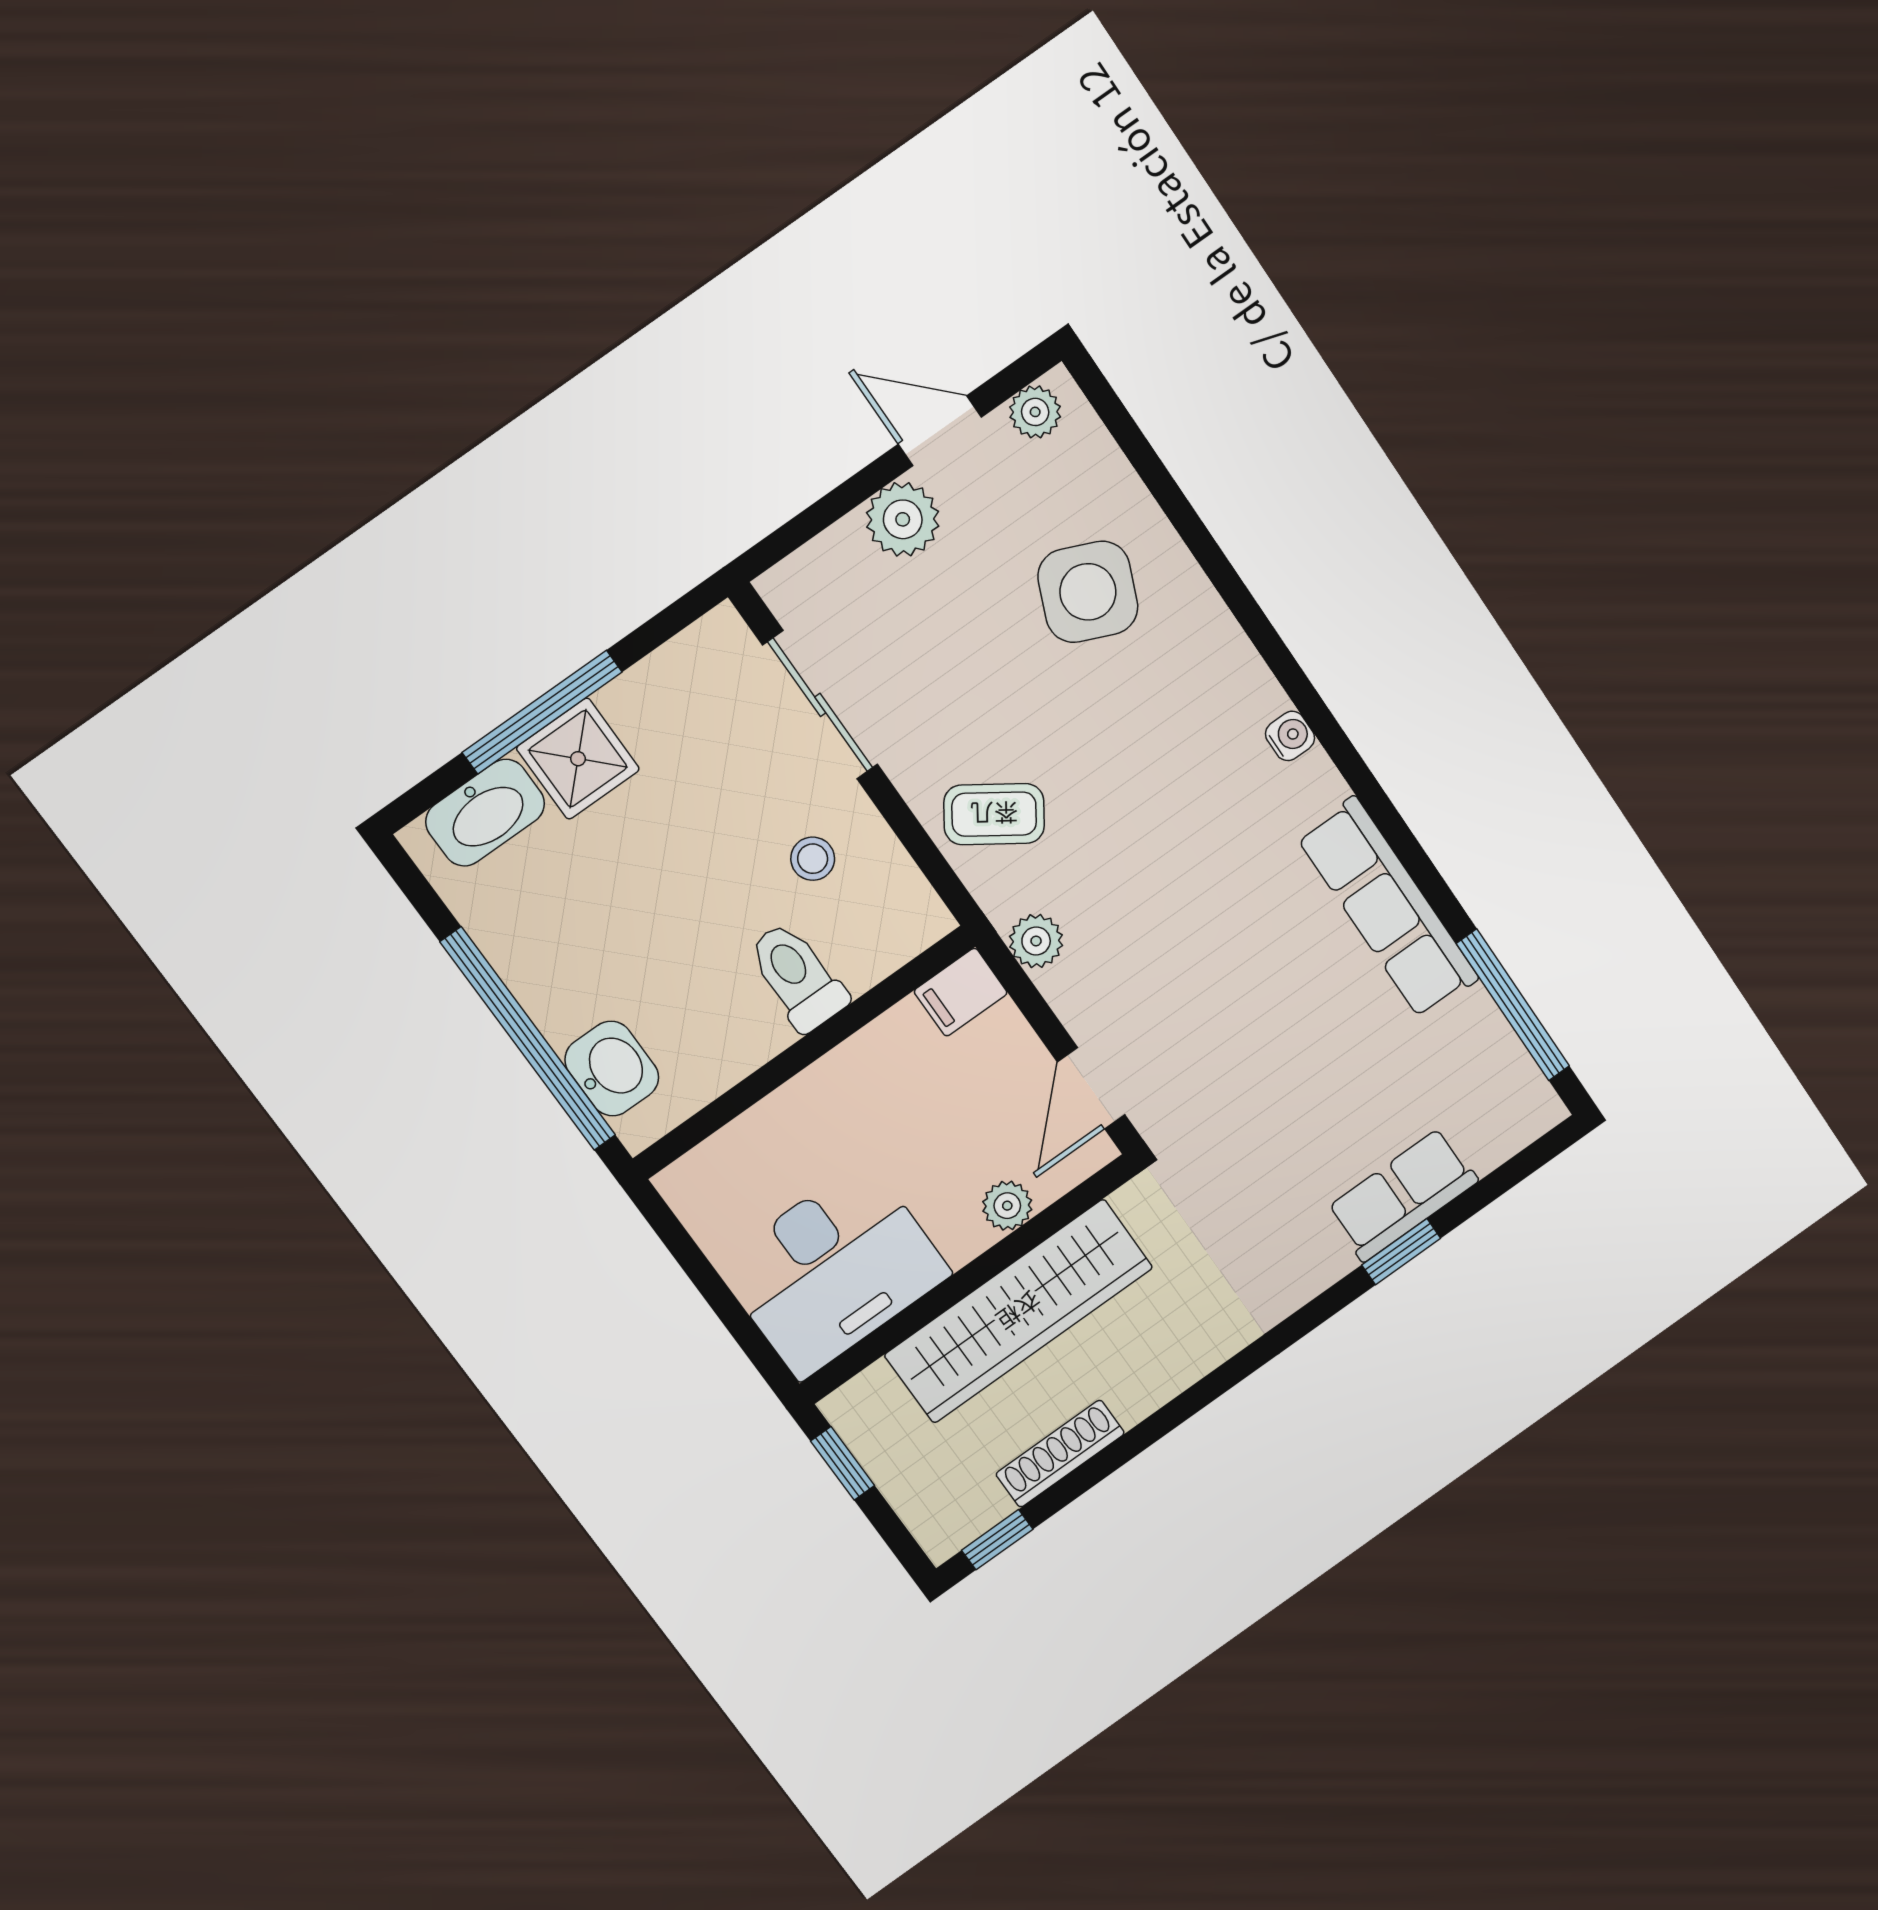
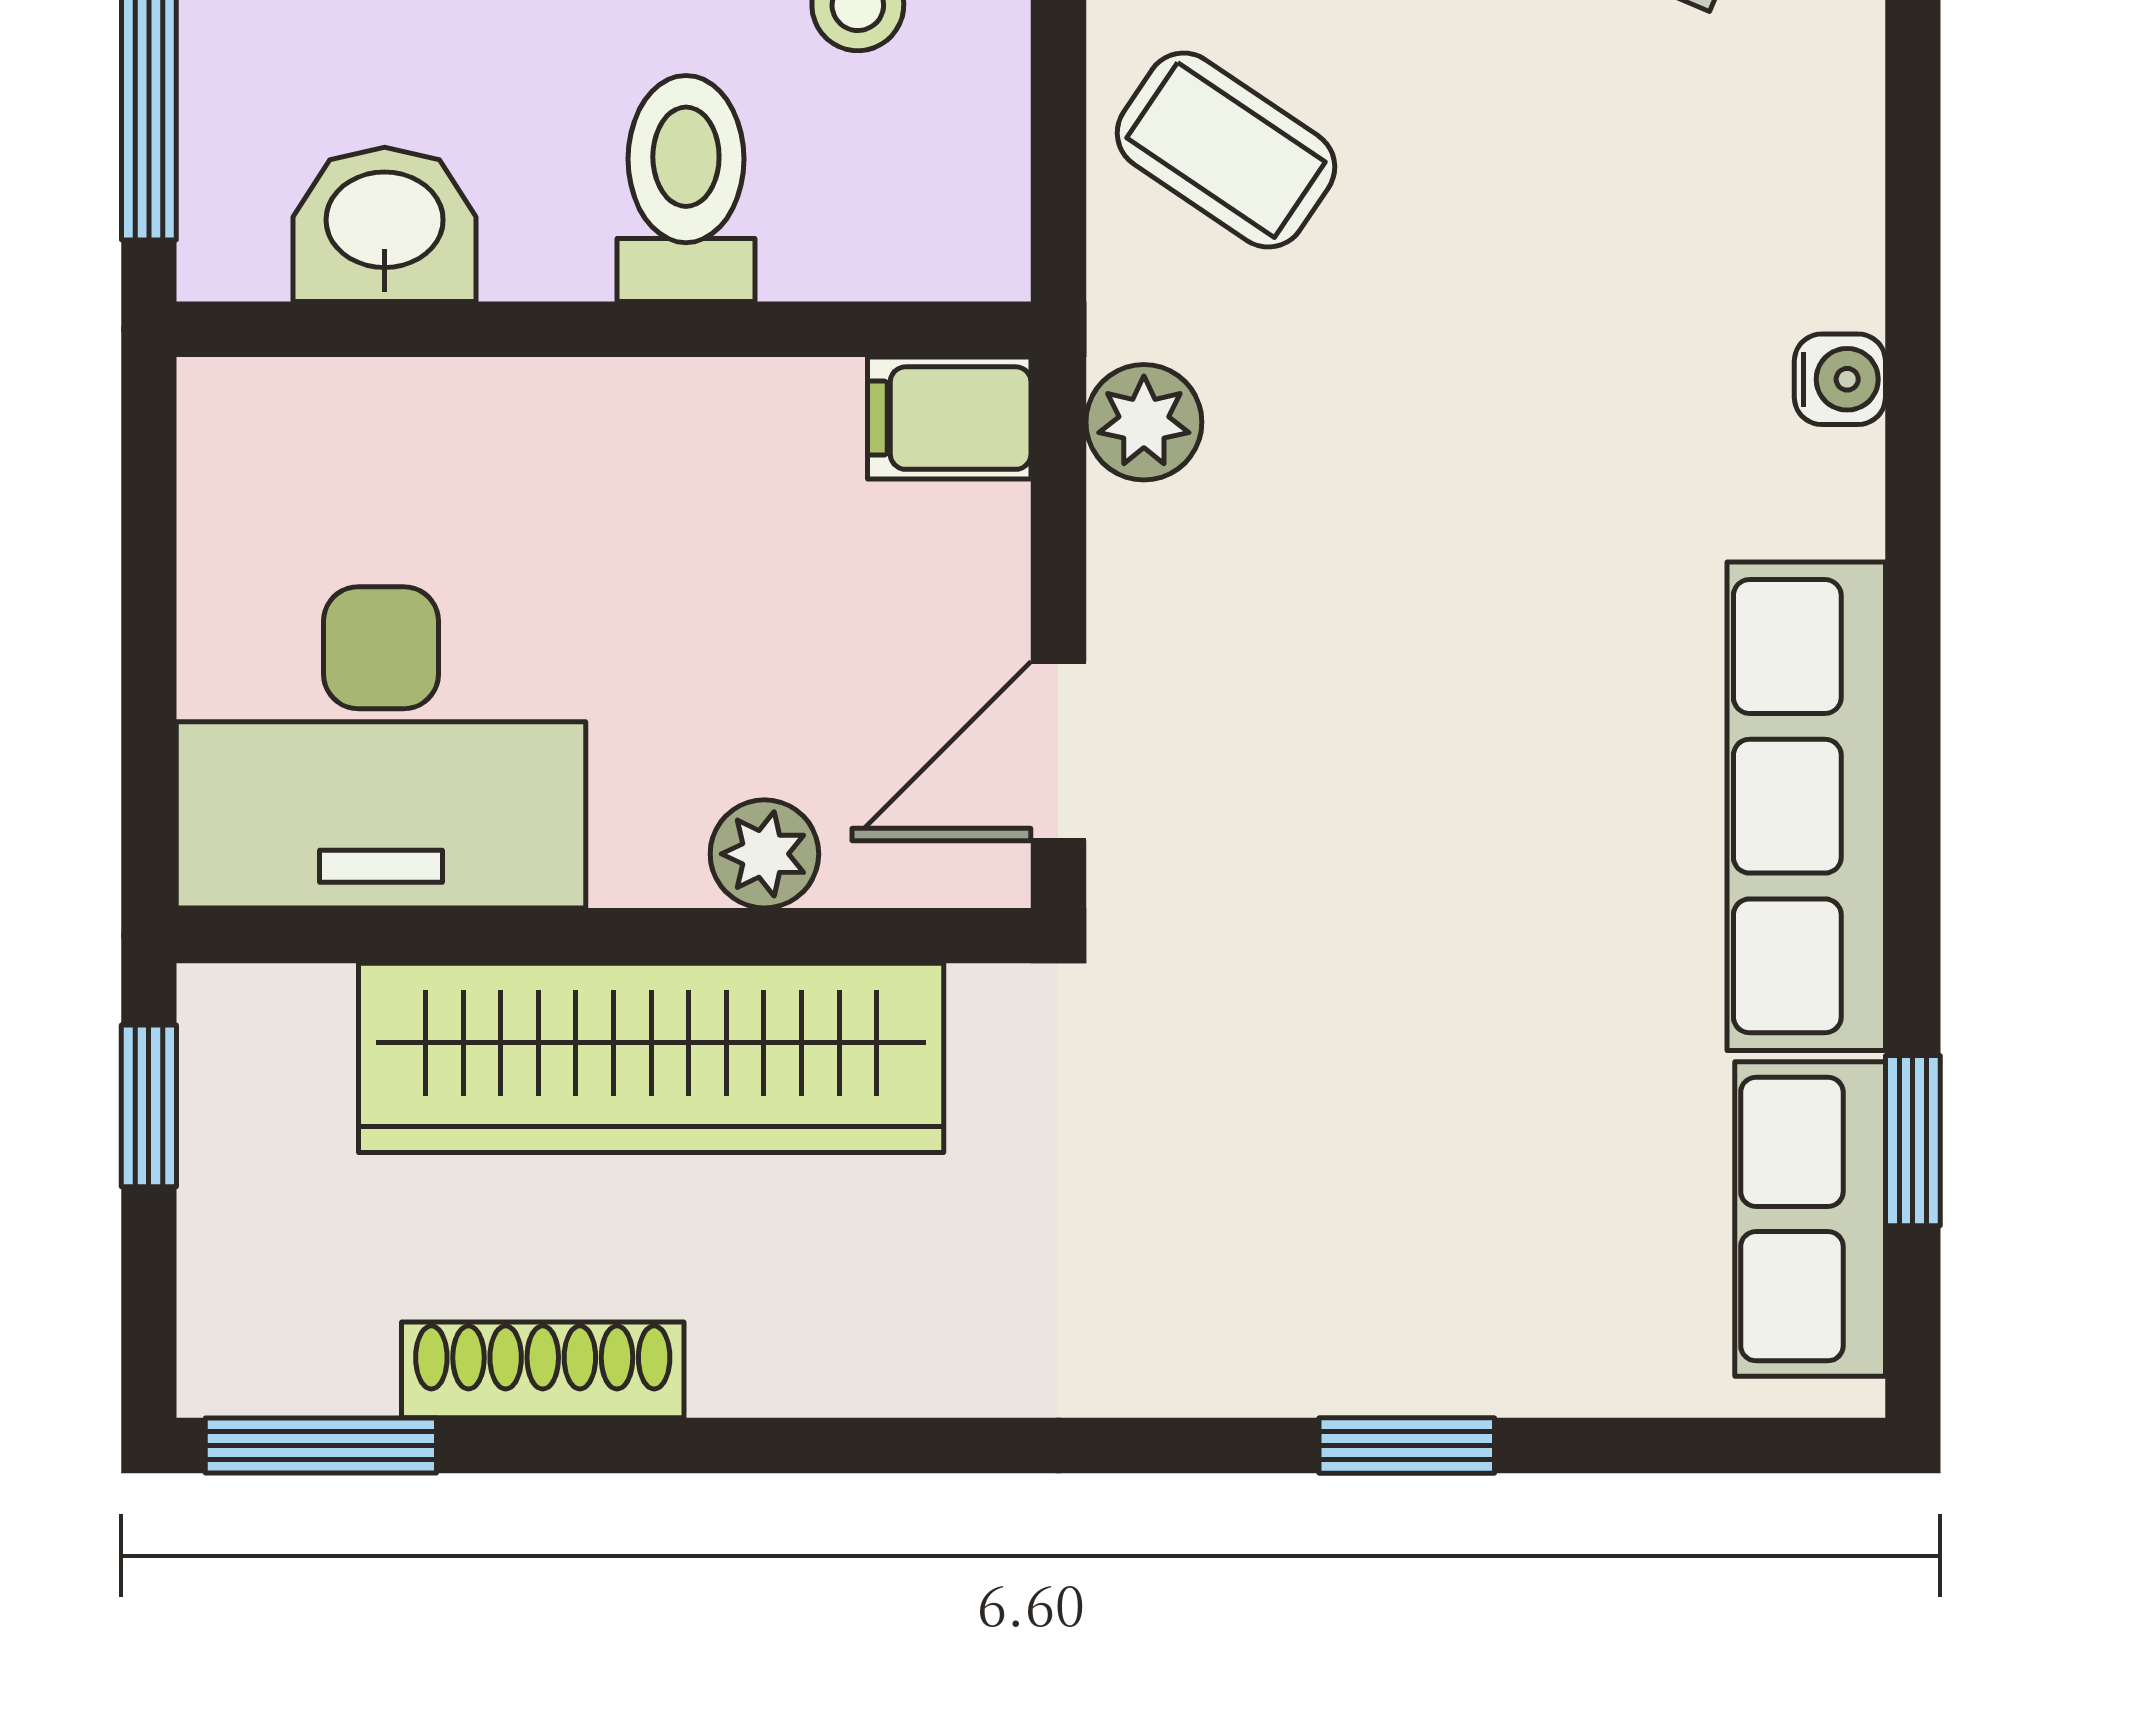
window: (1513, 1005) -> (1913, 1141), width x0.46
washbasin: (612, 1069) -> (385, 224), moved, turned -90
row of seats: (1402, 1195) -> (1810, 1219), moved, turned -90
window: (997, 1540) -> (321, 1446), width x1.50

